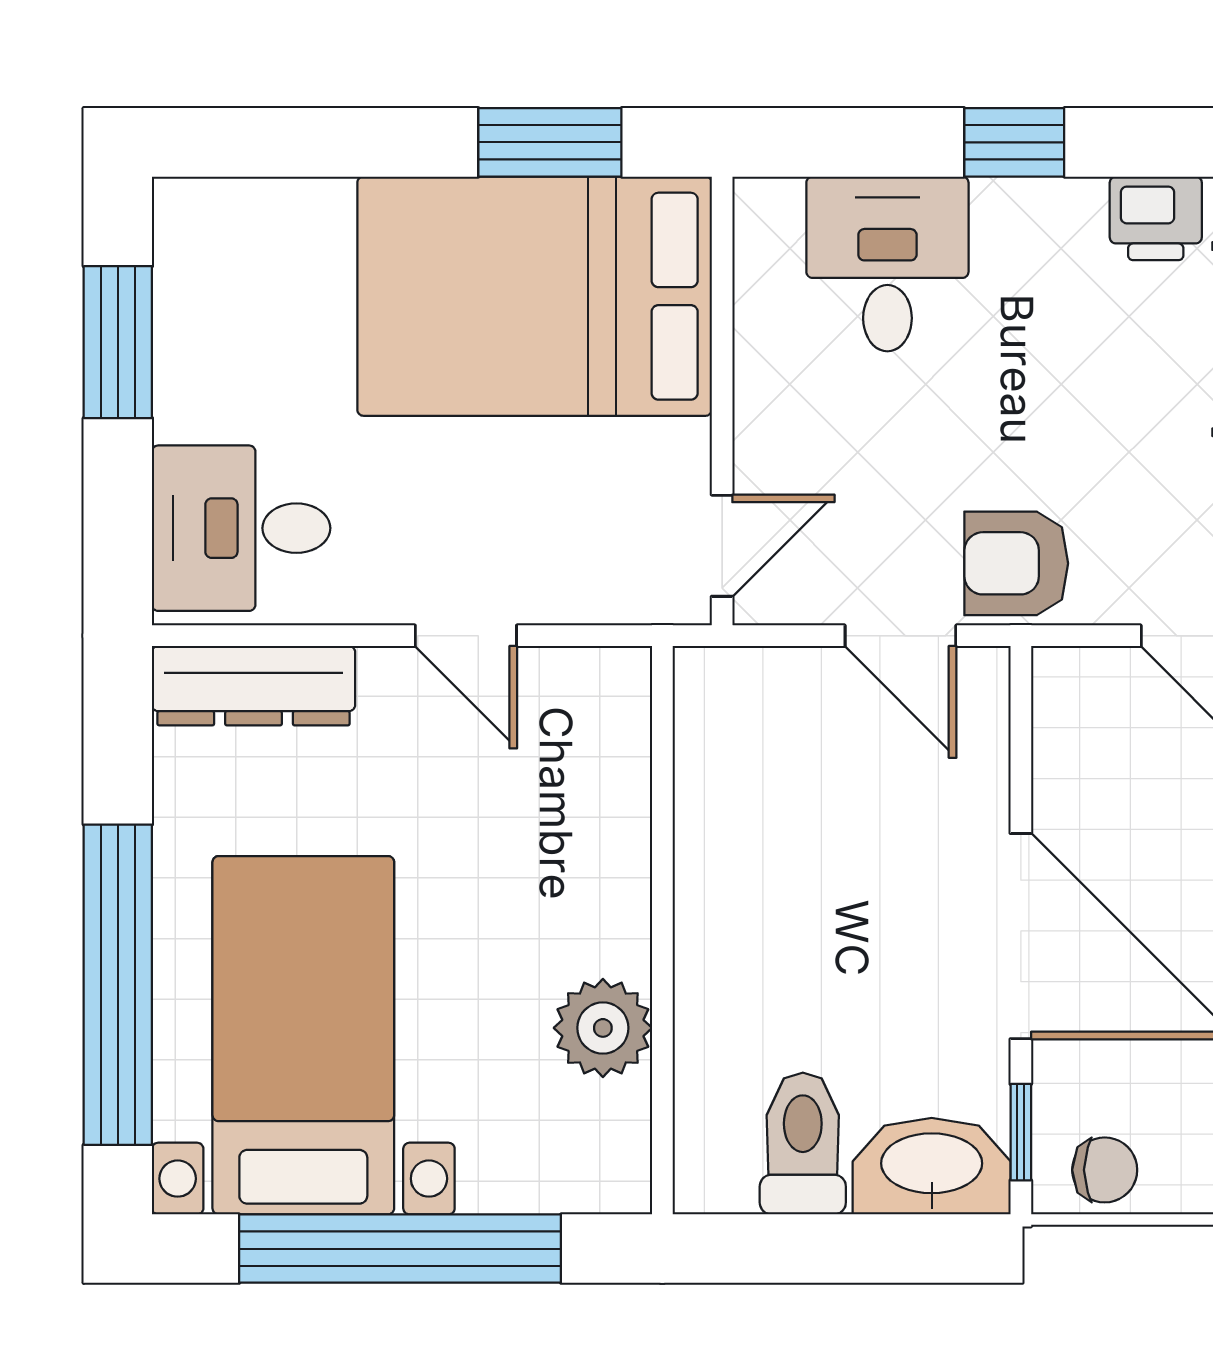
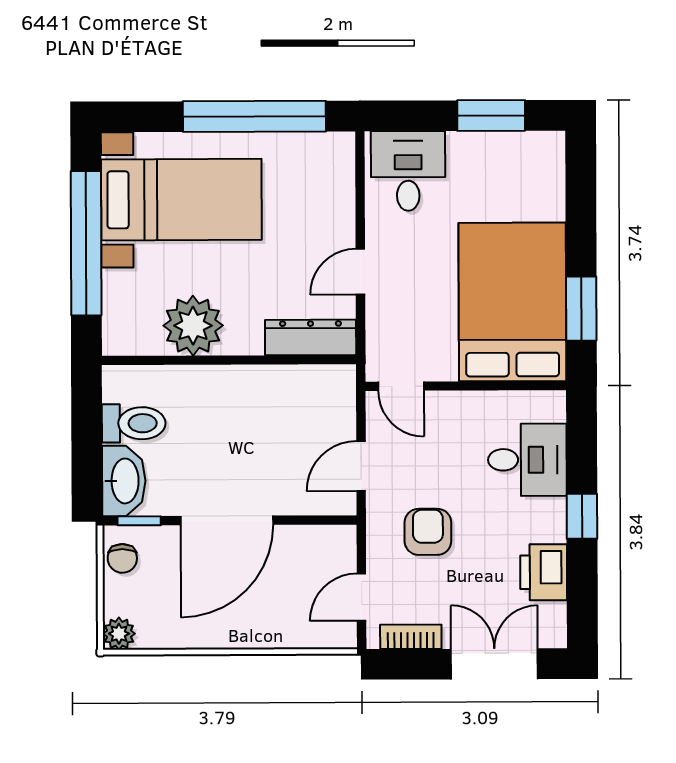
printer: (1156, 218) -> (544, 572), width x1.36, depth x1.24
armchair: (1016, 563) -> (428, 532), moved
dresser: (254, 686) -> (311, 337), moved, turned 90
window: (118, 985) -> (254, 116), moved
plant: (603, 1028) -> (193, 326), width x1.36, depth x1.36

